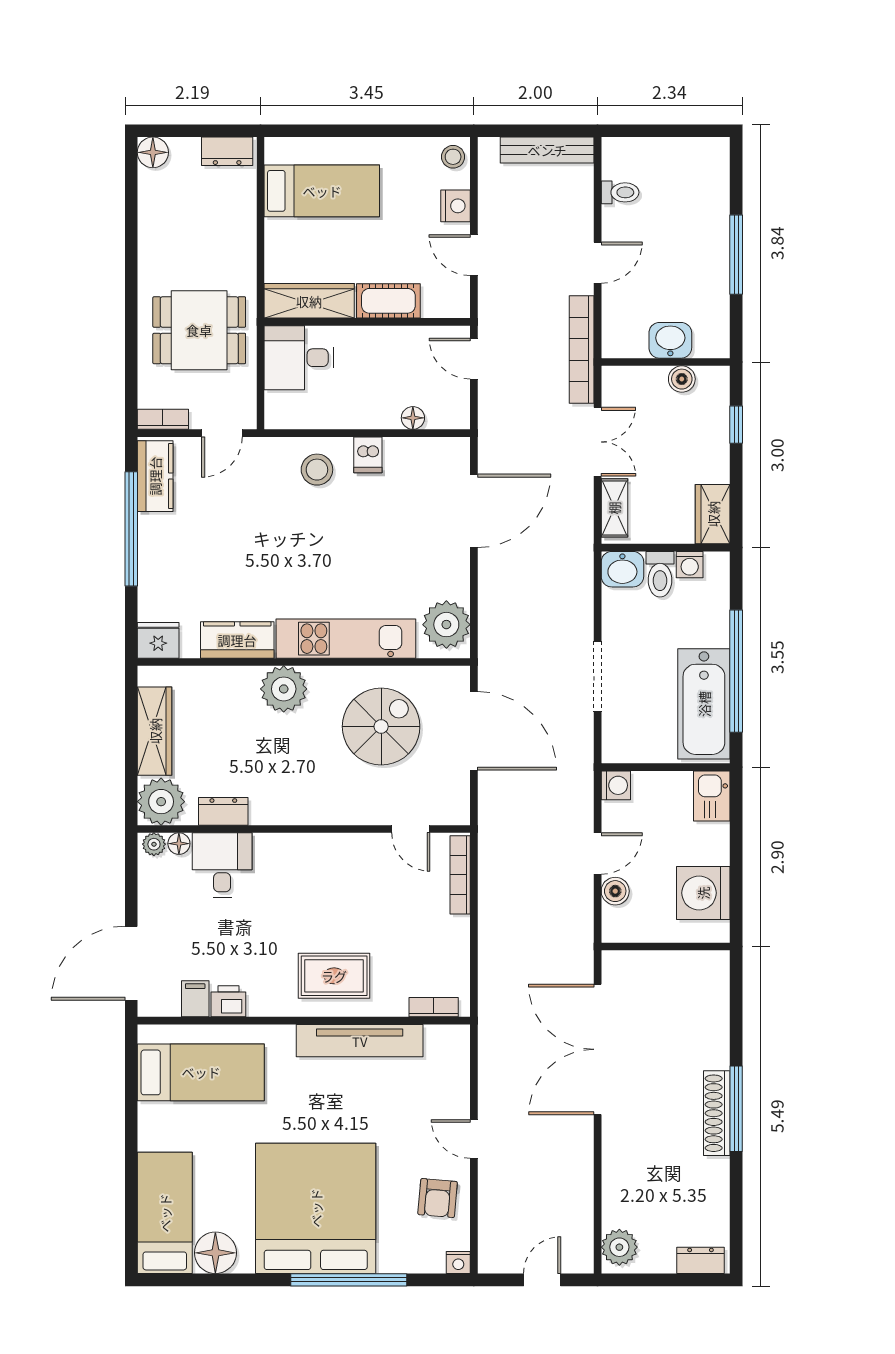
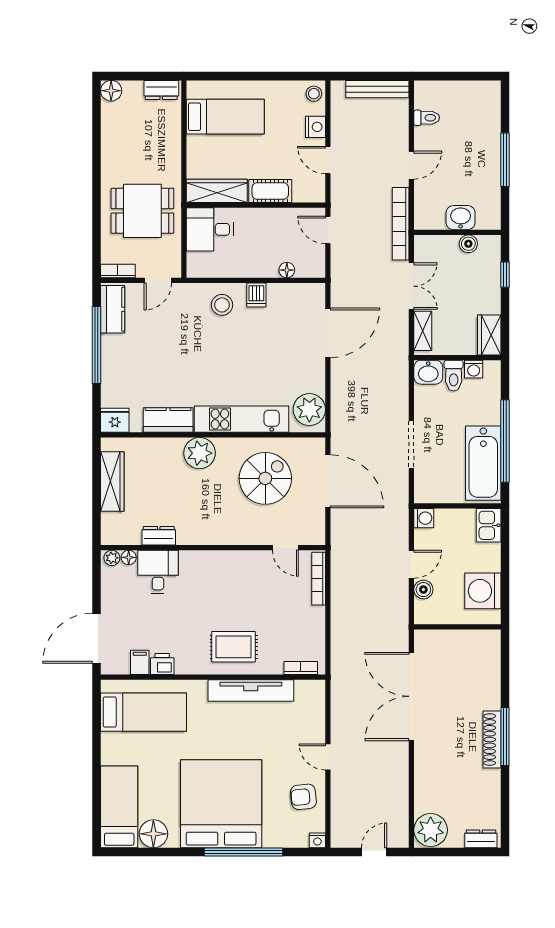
plant: (161, 802) -> (117, 529), removed
armchair: (438, 1198) -> (303, 797), turned 79
plant: (619, 1247) -> (431, 830), width x1.36, depth x1.36

